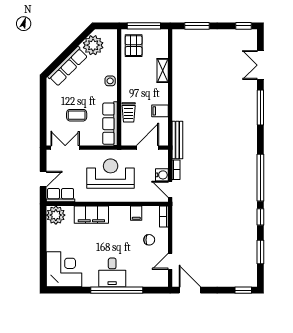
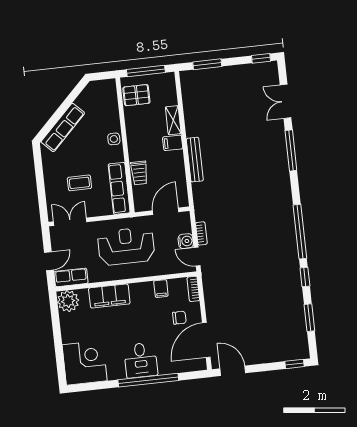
plant: (93, 45) -> (90, 100), removed
pallet: (134, 46) -> (136, 95), turned 90
filing cabinet: (160, 111) -> (173, 143), moved
bench: (177, 140) -> (195, 160), moved
door: (170, 261) -> (206, 340), width x1.88

